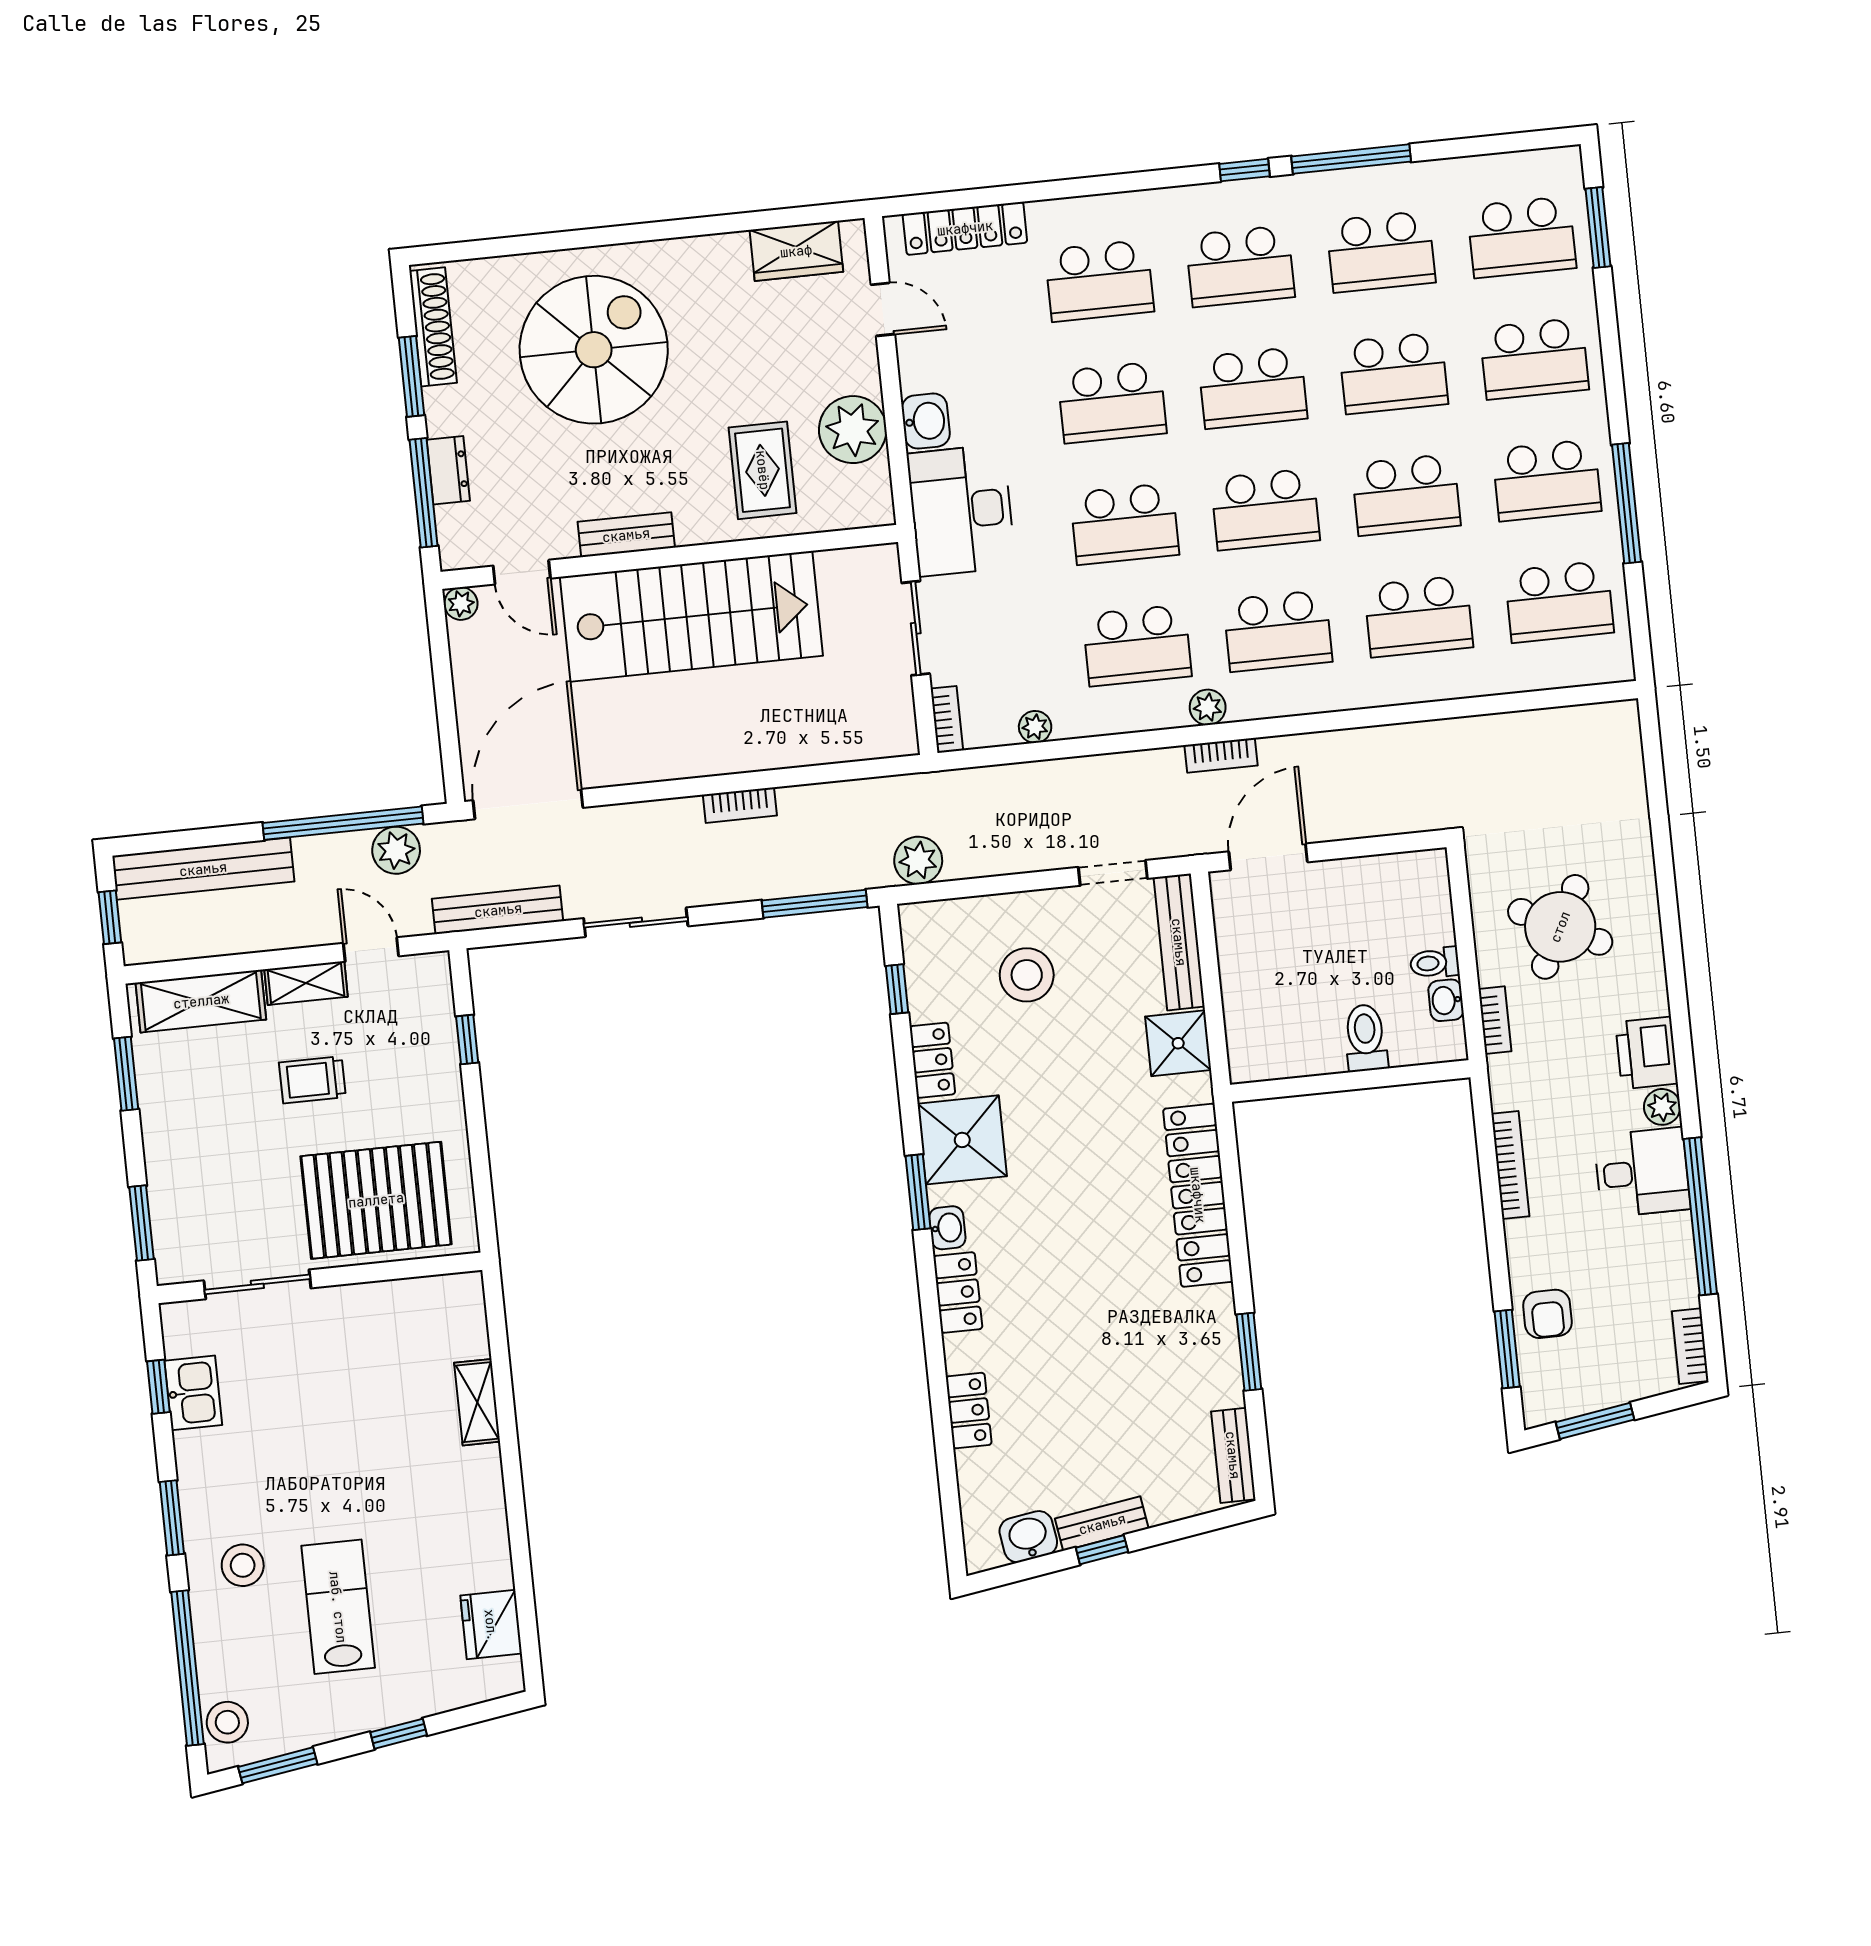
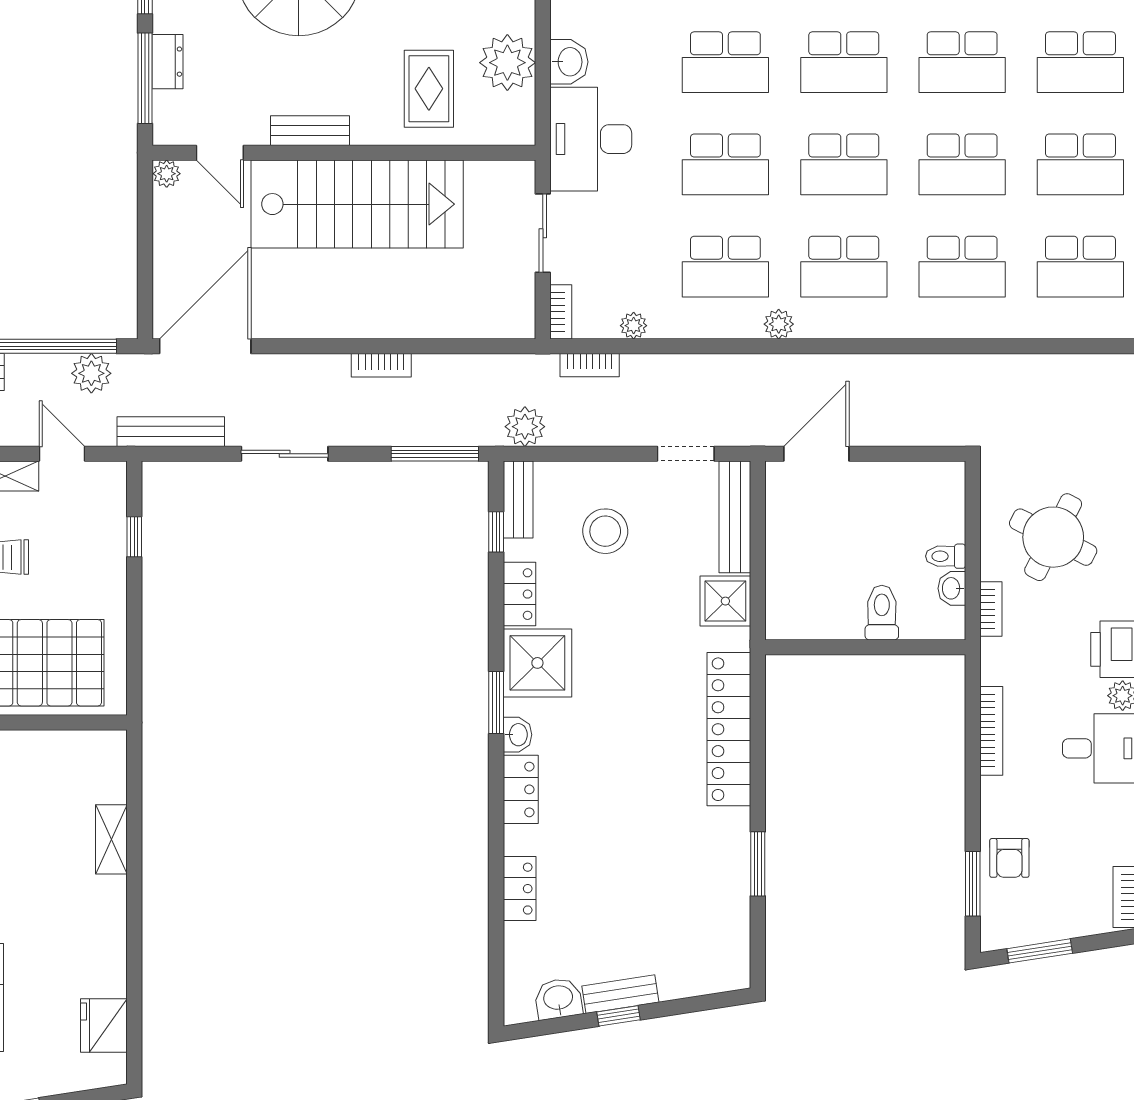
bookcase: (1221, 755) -> (590, 365), moved
bench: (1233, 1455) -> (518, 499), moved

